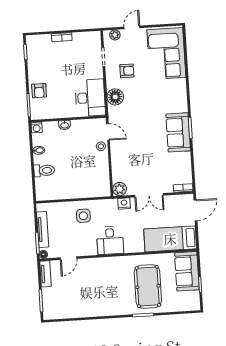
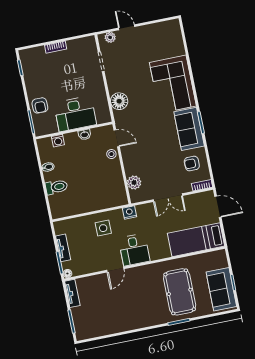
door: (132, 27) -> (127, 27), hinge flipped
corner sofa: (166, 54) -> (173, 84), moved
armchair: (127, 71) -> (192, 164), moved, turned 180
desk: (90, 98) -> (75, 114), moved, turned 90
washbasin: (65, 125) -> (85, 135), moved
washing machine: (37, 127) -> (58, 141), moved
plant: (120, 189) -> (134, 183), moved
nightstand: (124, 203) -> (129, 213), moved
door: (195, 210) -> (218, 207), hinge flipped
tv unit: (43, 229) -> (63, 248), width x0.71
door: (69, 258) -> (115, 270), moved
sofa: (187, 271) -> (221, 289), moved

